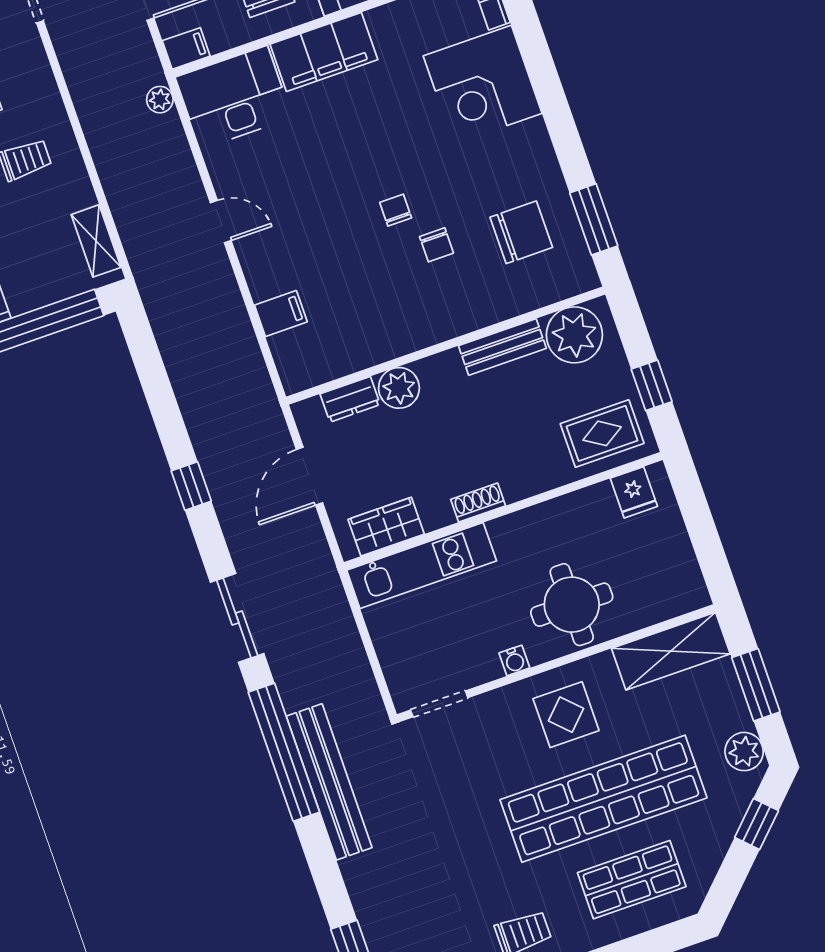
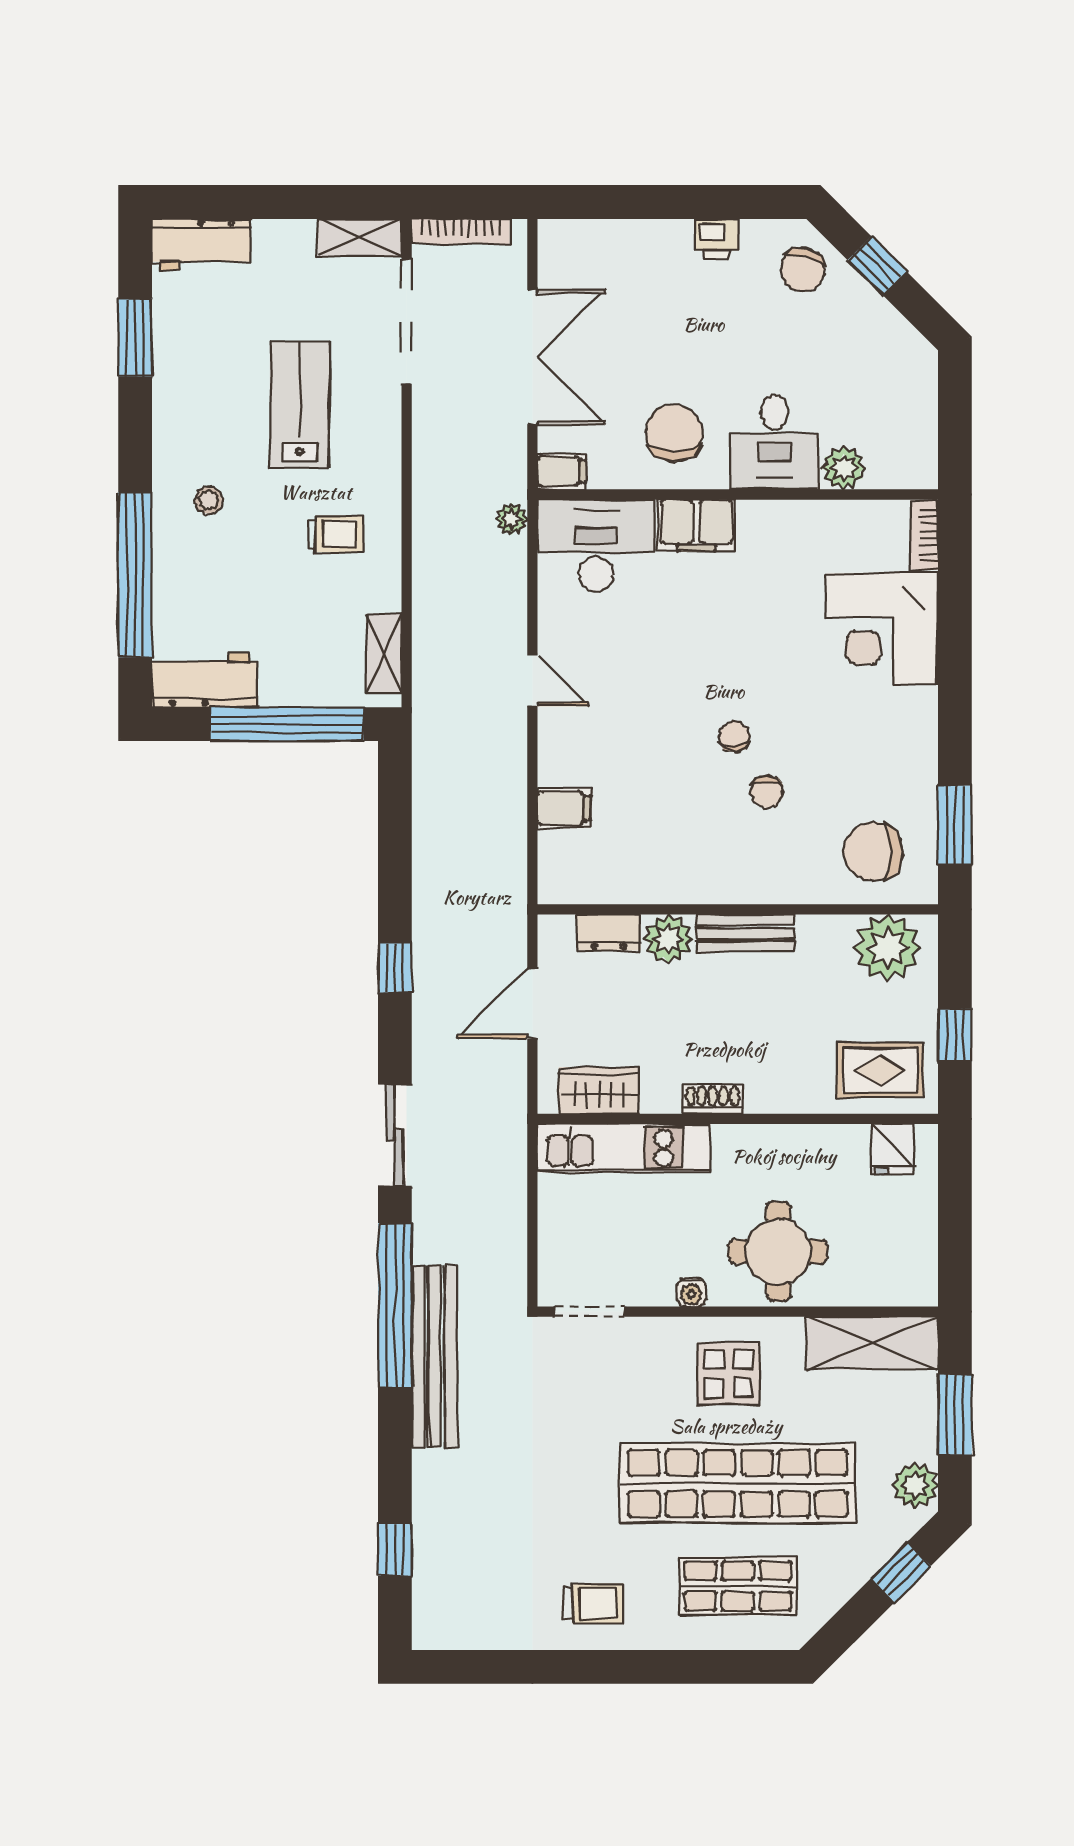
filing cabinet: (324, 52) -> (696, 525), width x0.67, depth x0.86
chair: (521, 232) -> (873, 851), moved, turned 180
bench: (502, 347) -> (745, 933), moved

